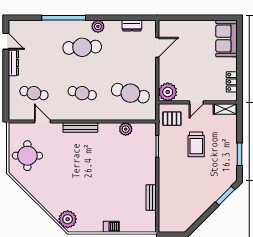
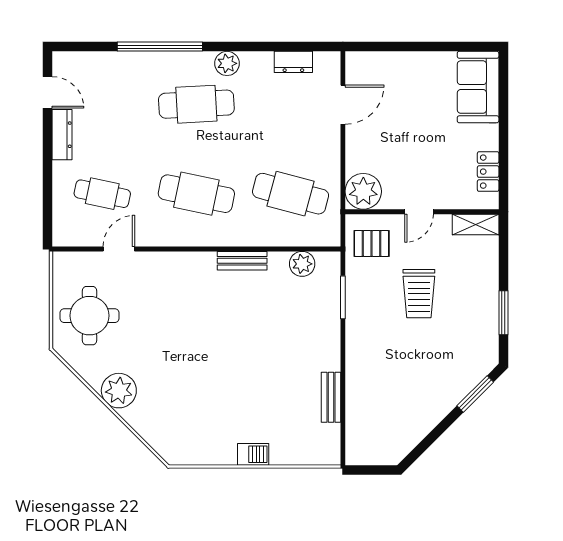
cafe table: (82, 93) -> (196, 194), width x1.37, depth x1.35
door: (42, 121) -> (119, 249), hinge flipped
bench: (80, 128) -> (242, 261), moved, width x0.73
plant: (126, 129) -> (302, 264), moved
plant: (68, 219) -> (119, 391), moved

